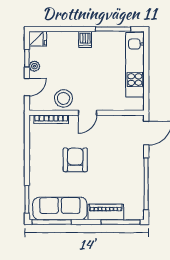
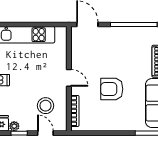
plant: (34, 66) -> (14, 126), moved
stool: (63, 98) -> (46, 106), moved

